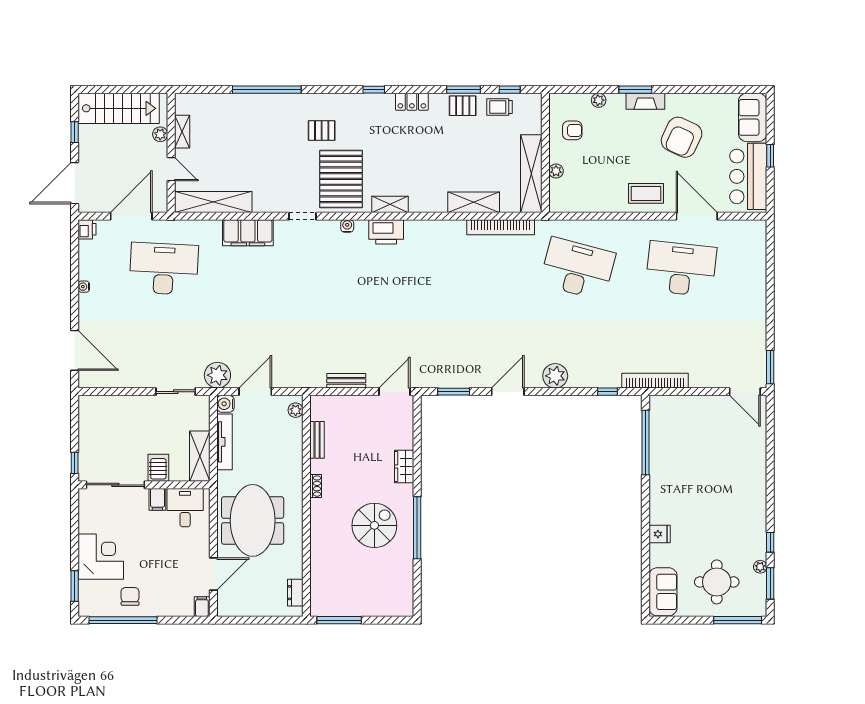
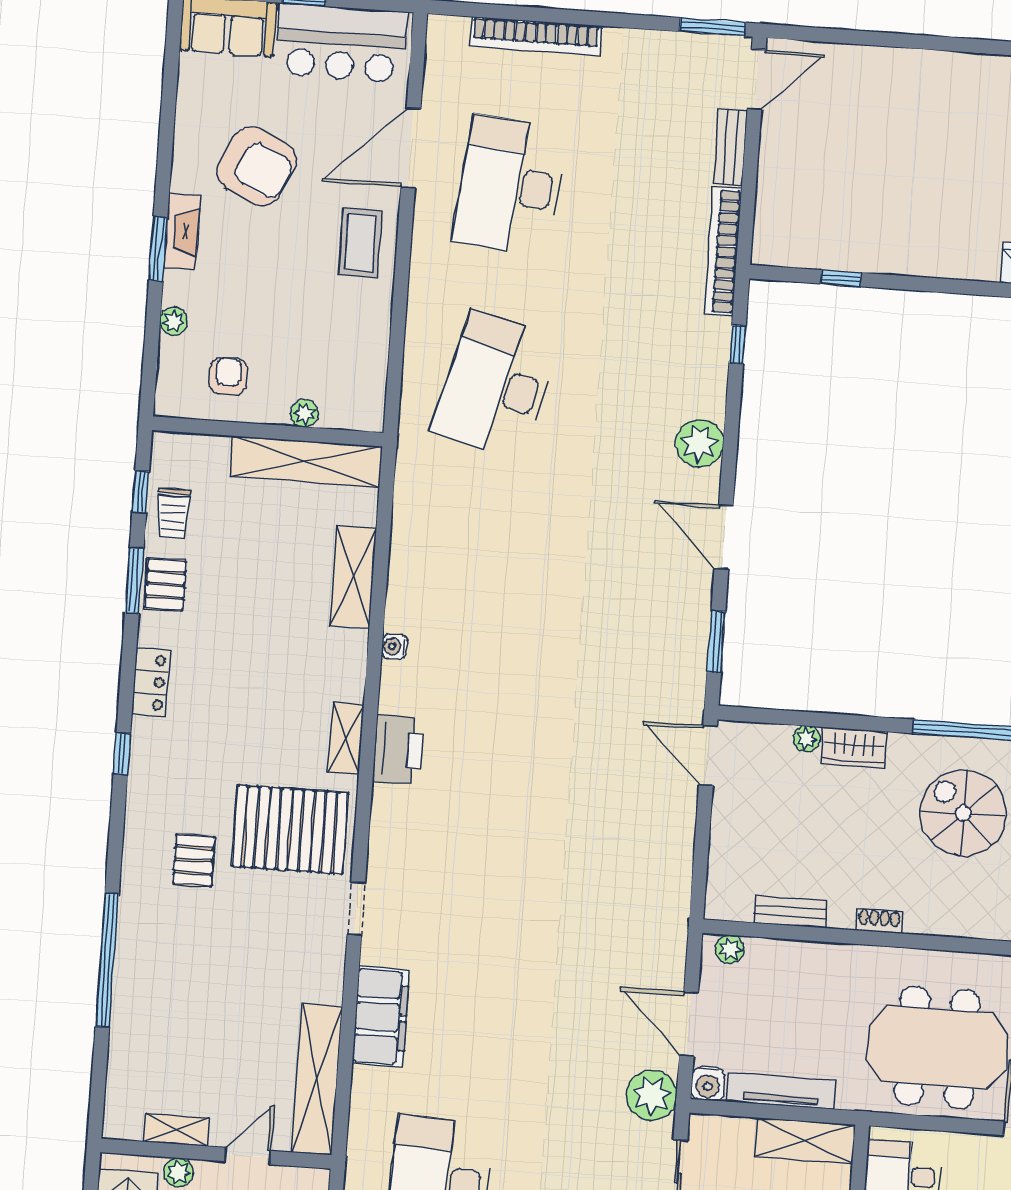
water cooler: (347, 226) -> (394, 646), moved
bookcase: (501, 227) -> (536, 36), moved, turned 90
bench: (346, 381) -> (730, 147), moved
plant: (407, 442) -> (807, 739), added
window: (645, 443) -> (841, 278), width x0.32

